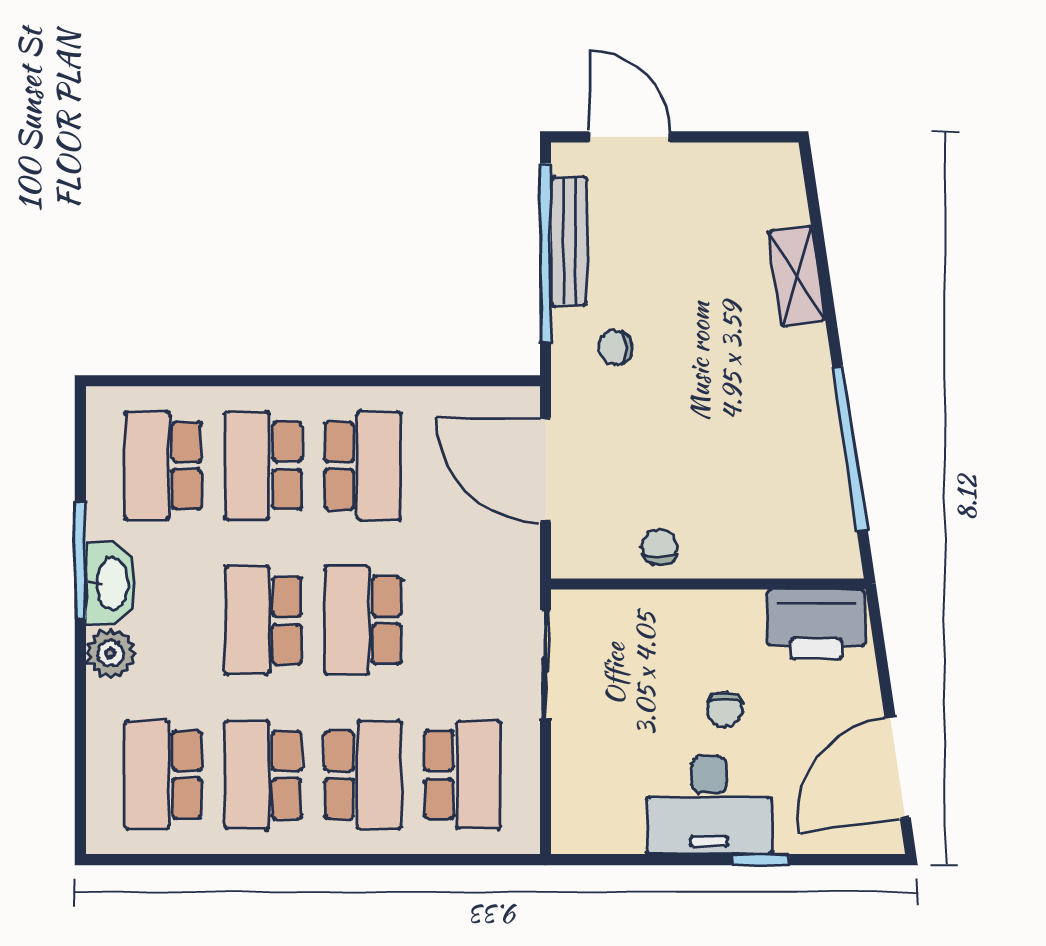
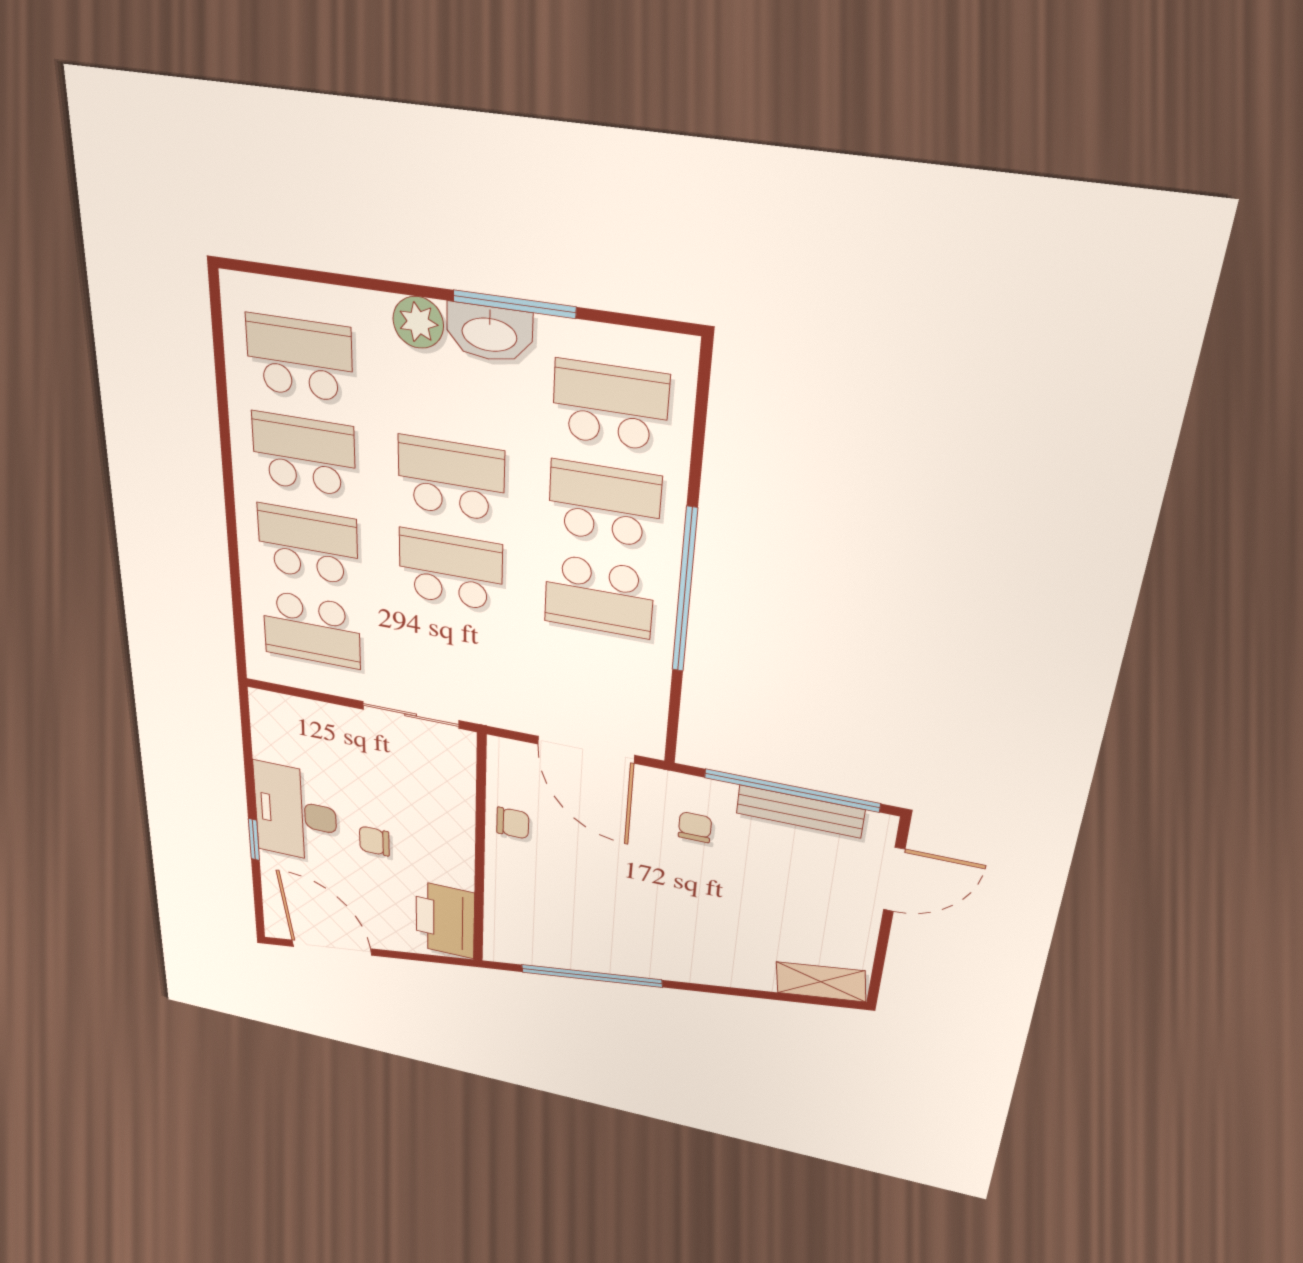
shelving: (797, 276) -> (821, 982), moved
window: (340, 381) -> (685, 591), added
door: (546, 470) -> (586, 750), swing flipped
school desk: (363, 775) -> (308, 544), turned 180

